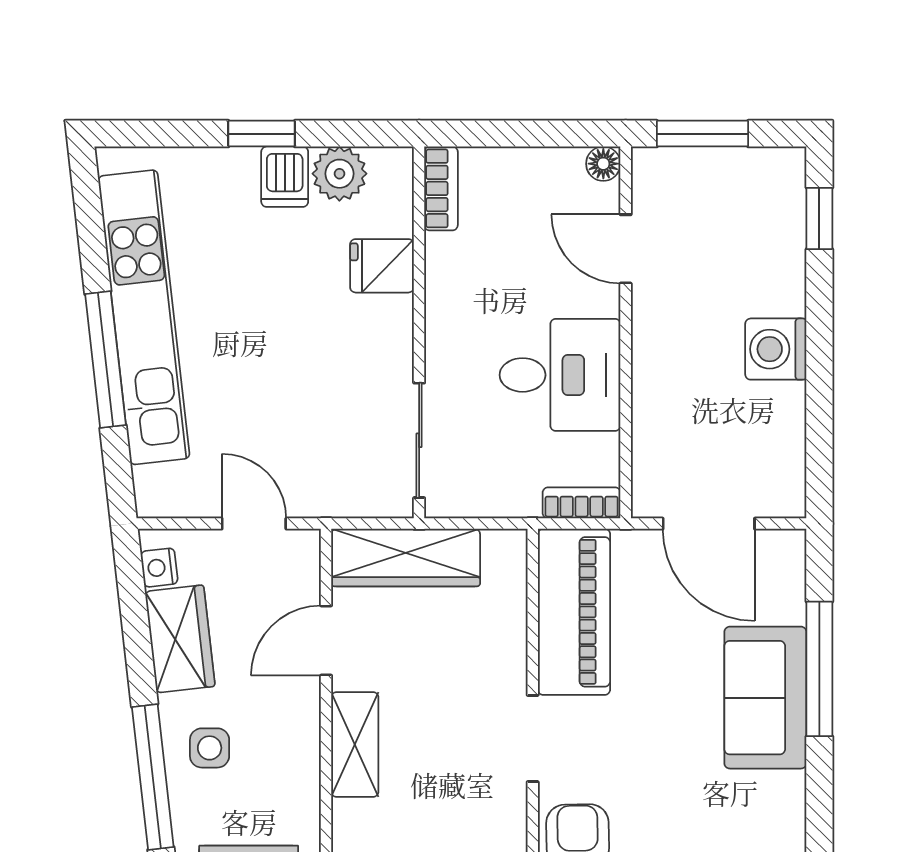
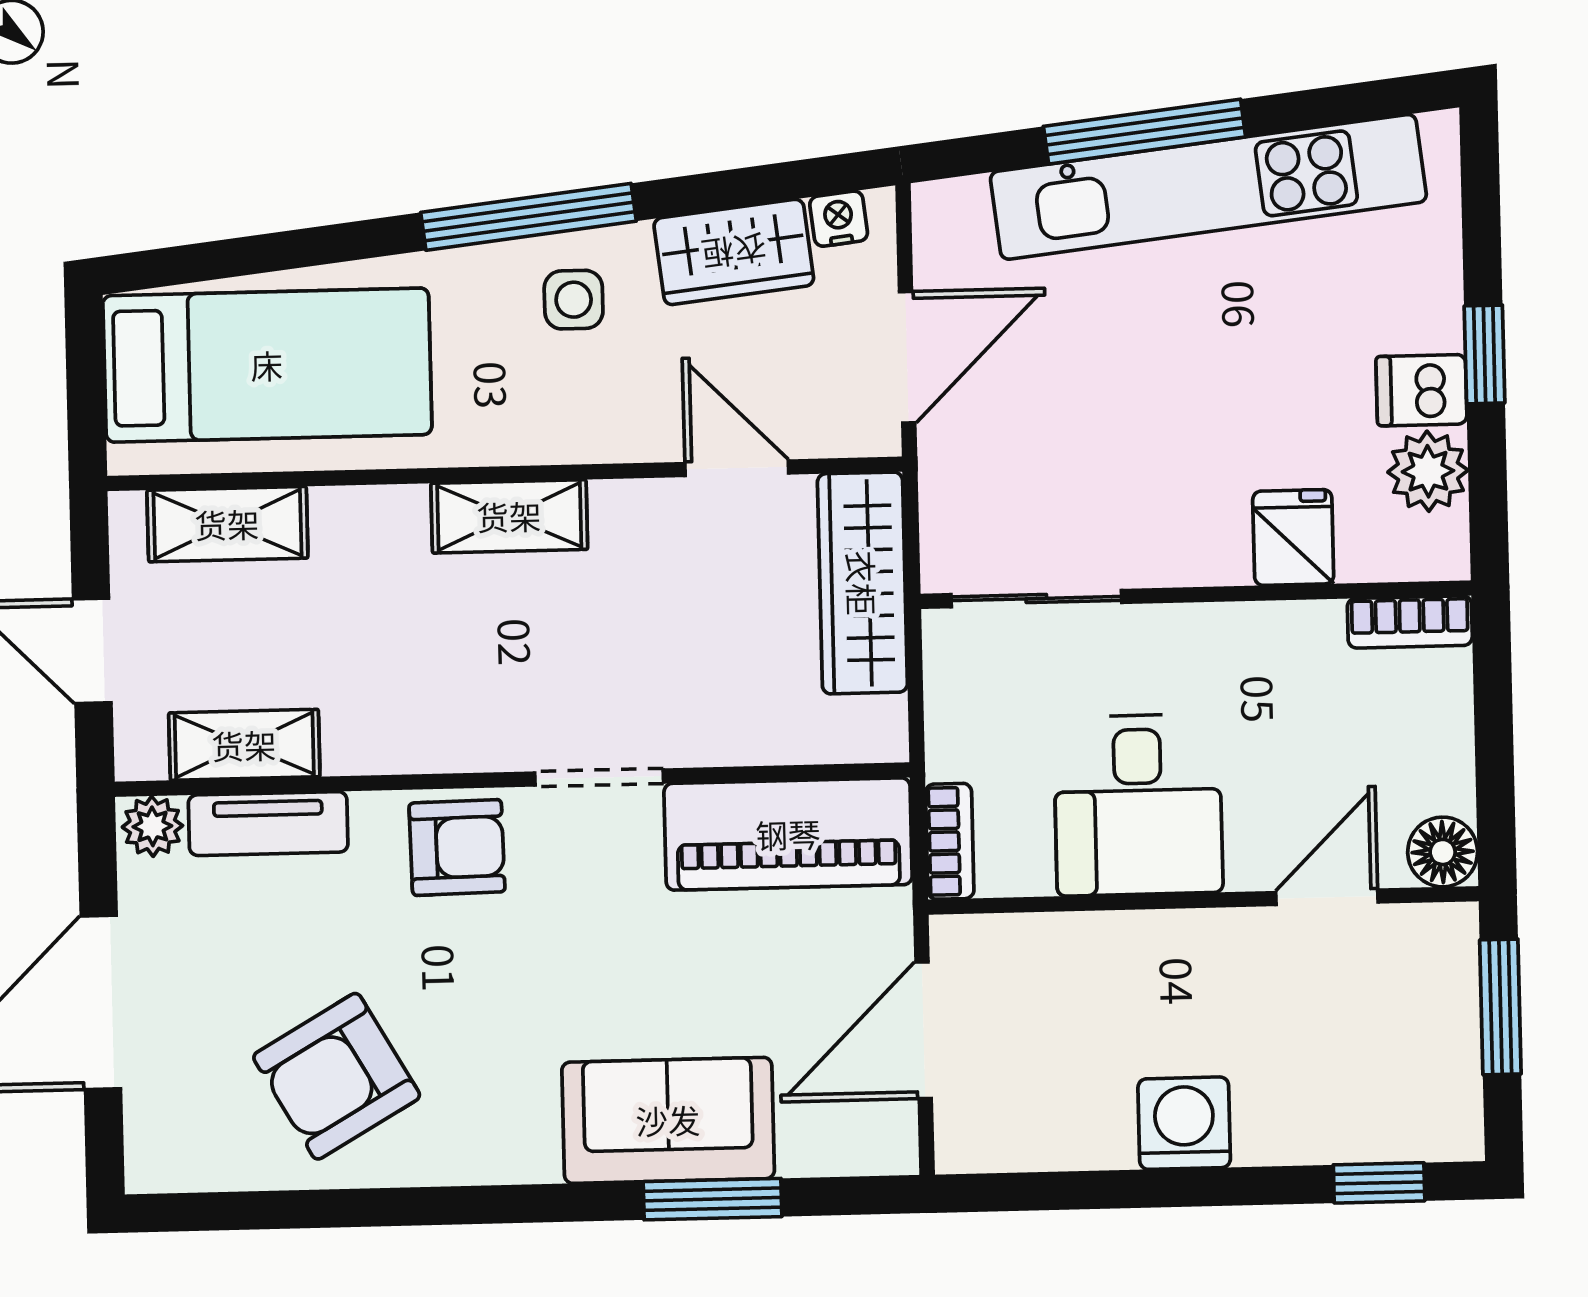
floor lamp: (603, 164) -> (1443, 852), width x1.37, depth x1.37
door: (254, 524) -> (907, 357), width x1.38
window: (819, 669) -> (713, 1199), width x0.69
shelving: (355, 745) -> (509, 516), moved

